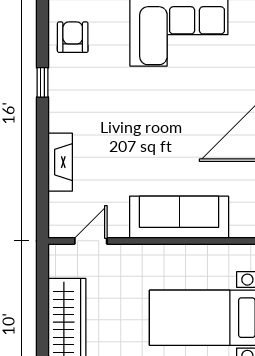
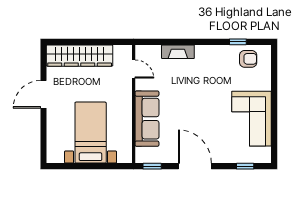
window: (43, 82) -> (238, 42), moved

